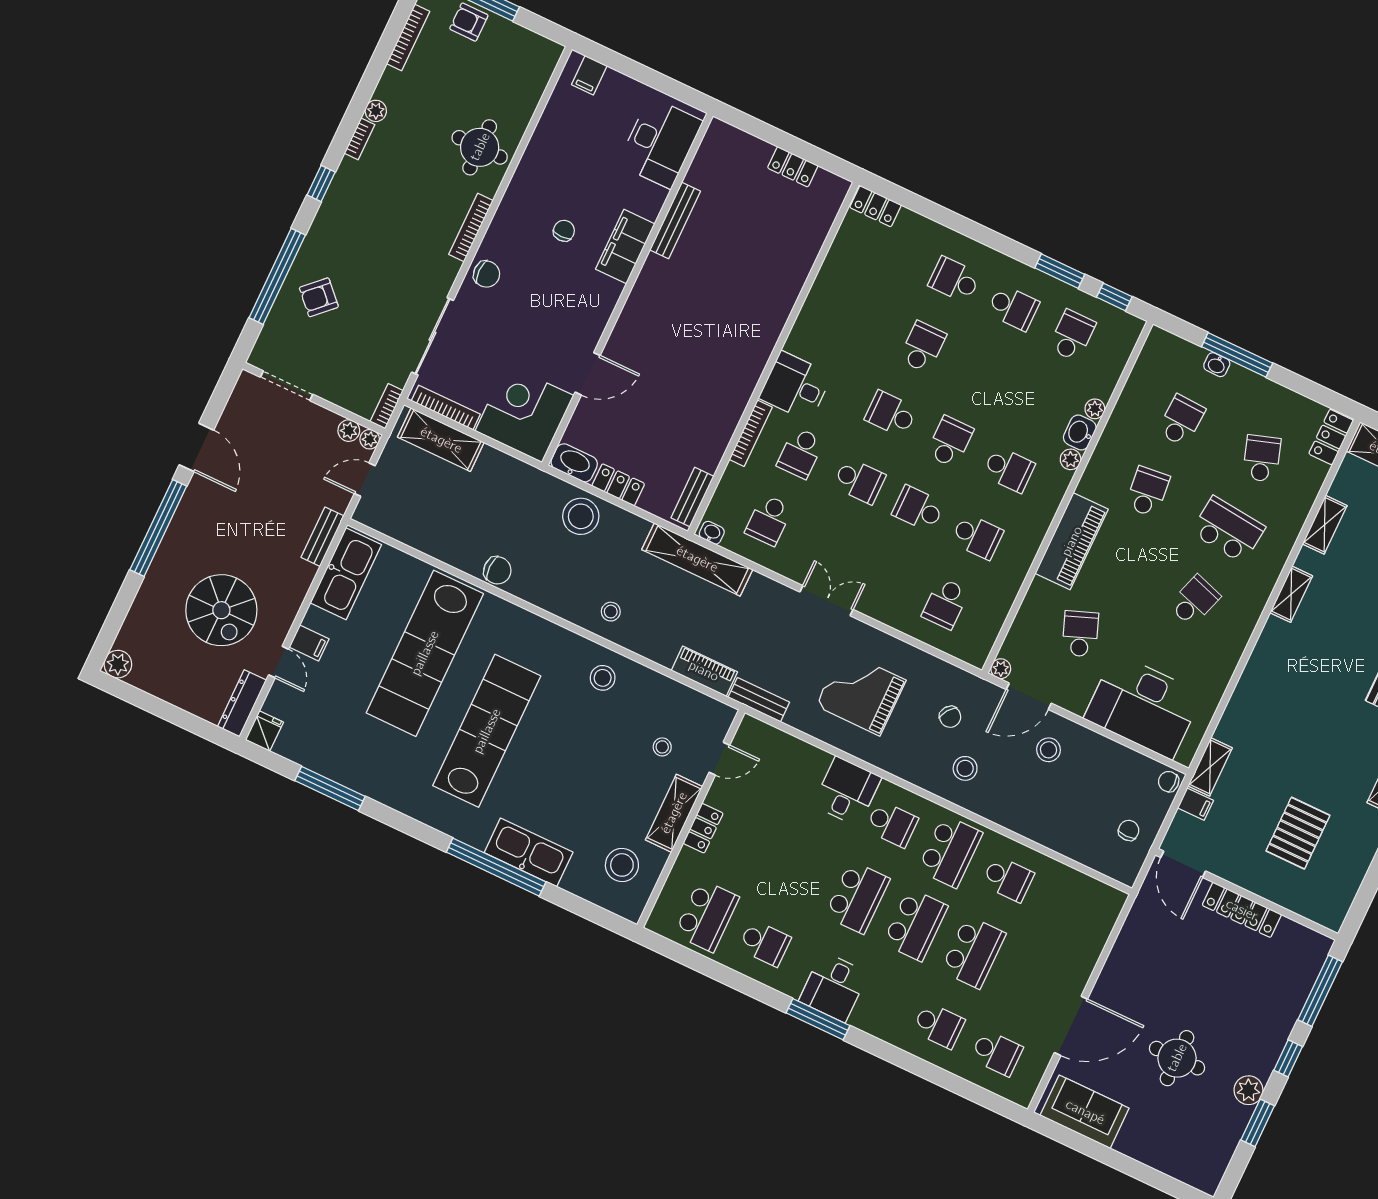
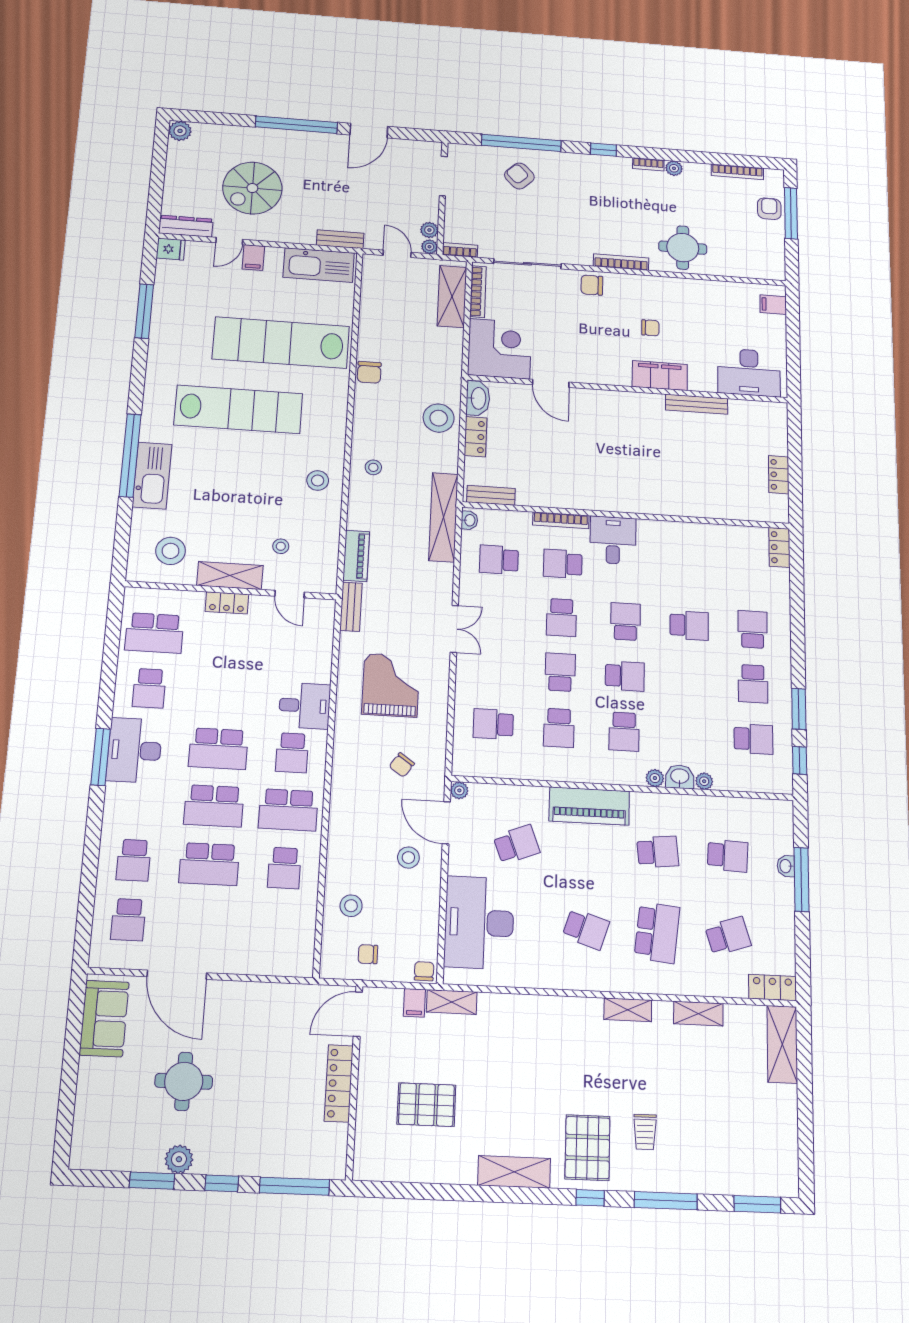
chair: (487, 274) -> (592, 285), turned 90
stool: (965, 768) -> (351, 906), moved
chair: (1129, 830) -> (368, 954), turned 180
desk: (834, 987) -> (134, 750), width x1.37

